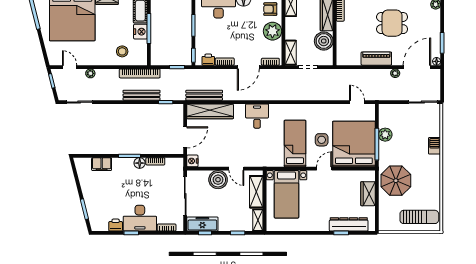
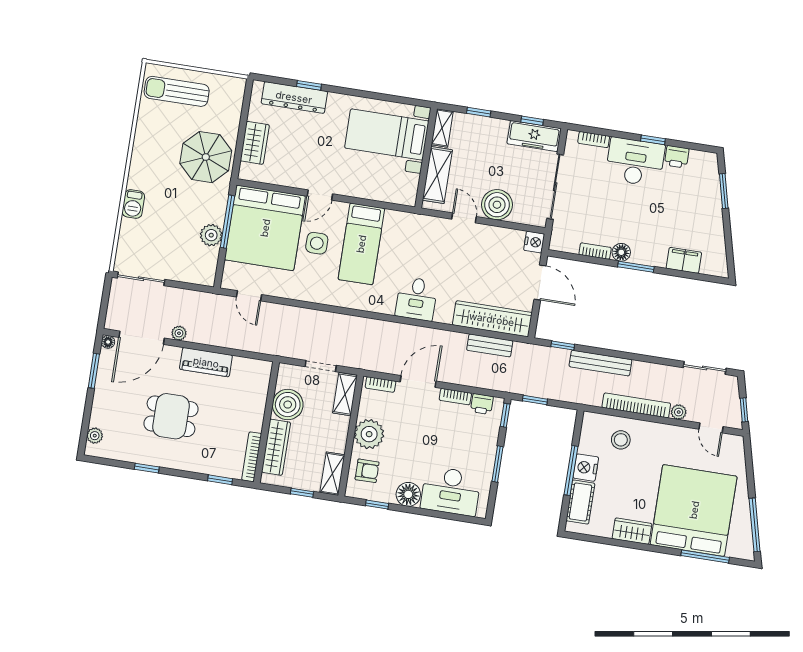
bookcase: (140, 73) -> (636, 405), moved
bench: (204, 95) -> (490, 345), width x0.73
door: (185, 137) -> (540, 282), swing flipped
bed with nightstands: (287, 194) -> (387, 134), moved, turned -90

